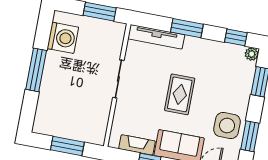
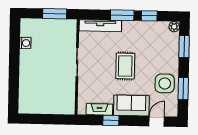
window: (236, 37) -> (149, 16), moved
washing machine: (63, 38) -> (25, 43), width x0.53, depth x0.53
window: (36, 70) -> (14, 66), removed
window: (67, 146) -> (47, 119), removed

